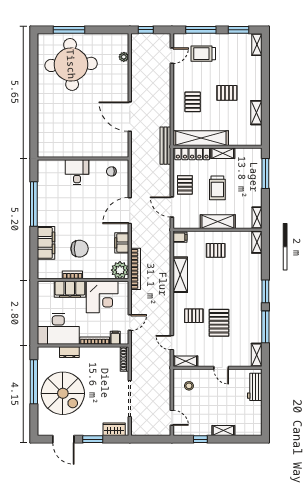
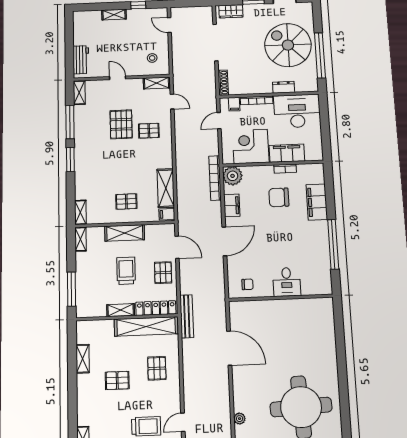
shelving: (180, 275) -> (166, 188), moved

